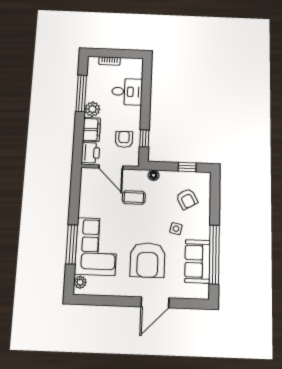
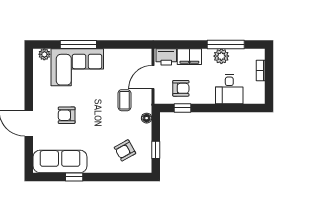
plant: (92, 109) -> (221, 56), moved
side table: (176, 229) -> (97, 141), removed
window: (214, 254) -> (74, 177), width x0.32
armchair: (148, 260) -> (67, 115), width x0.53, depth x0.53
sofa: (197, 261) -> (60, 161), width x1.36

